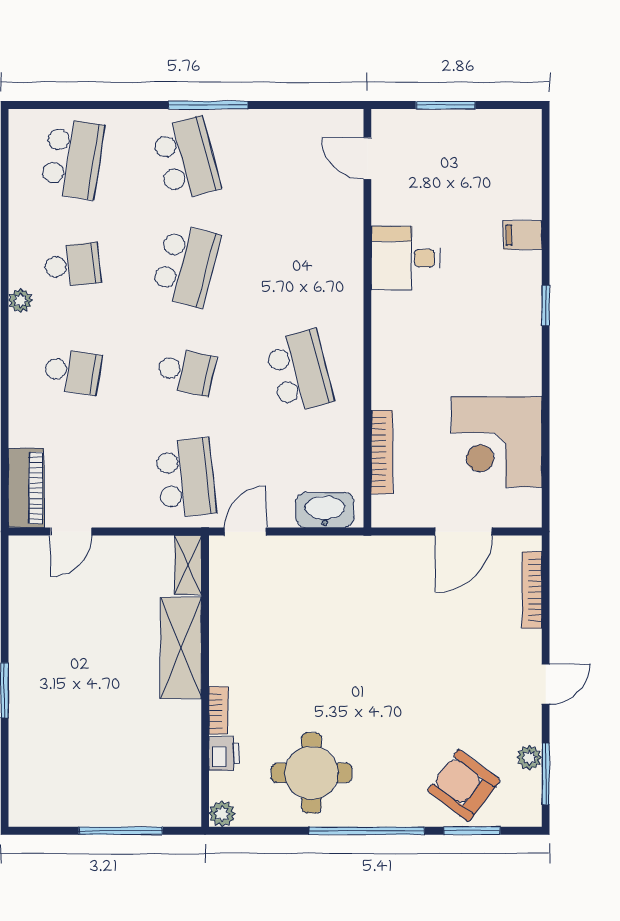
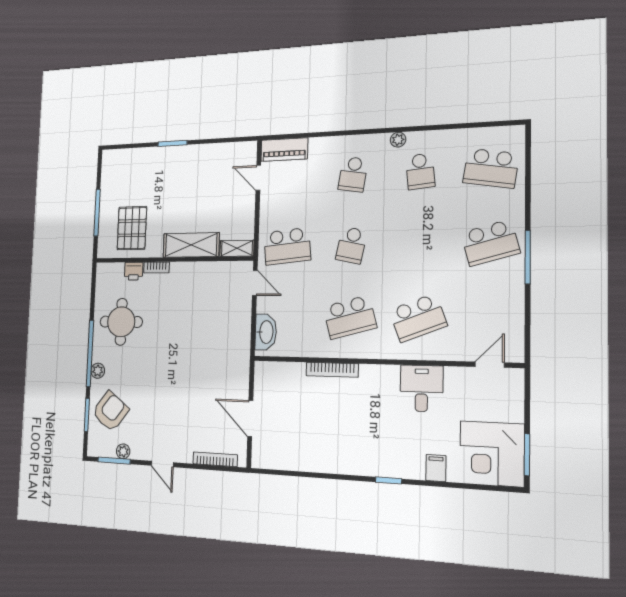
window: (446, 105) -> (527, 455), moved
school desk: (186, 265) -> (418, 318), moved, turned -36
corner desk: (497, 442) -> (492, 454), moved, turned -90
bookcase: (382, 452) -> (332, 370), moved
pallet: (150, 761) -> (132, 228), added
plant: (222, 814) -> (98, 371), moved

